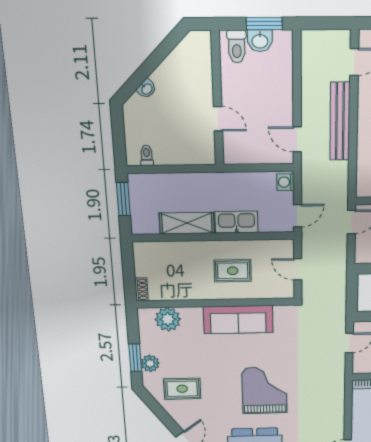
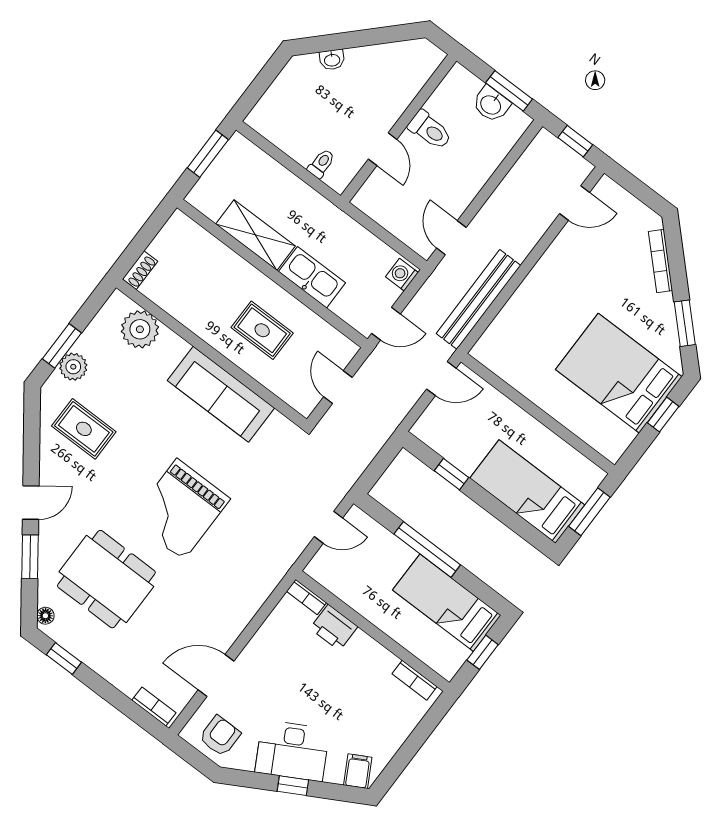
window: (327, 23) -> (575, 141), added
toilet: (237, 47) -> (430, 130), moved, turned -90
bench: (340, 121) -> (478, 299), moved
toilet: (147, 155) -> (321, 164), moved
grand piano: (265, 390) -> (180, 509), turned 180

